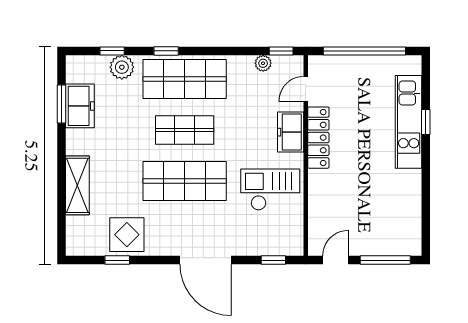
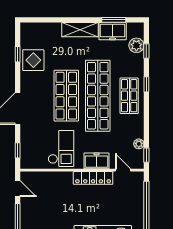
plant: (122, 67) -> (136, 45), moved
shop shelf: (185, 79) -> (129, 96), width x0.70, depth x0.74
shop shelf: (185, 130) -> (98, 96), width x2.00, depth x1.36
shelving: (77, 185) -> (80, 30), moved

